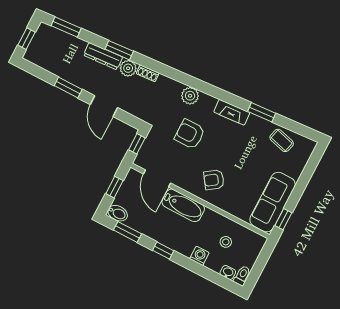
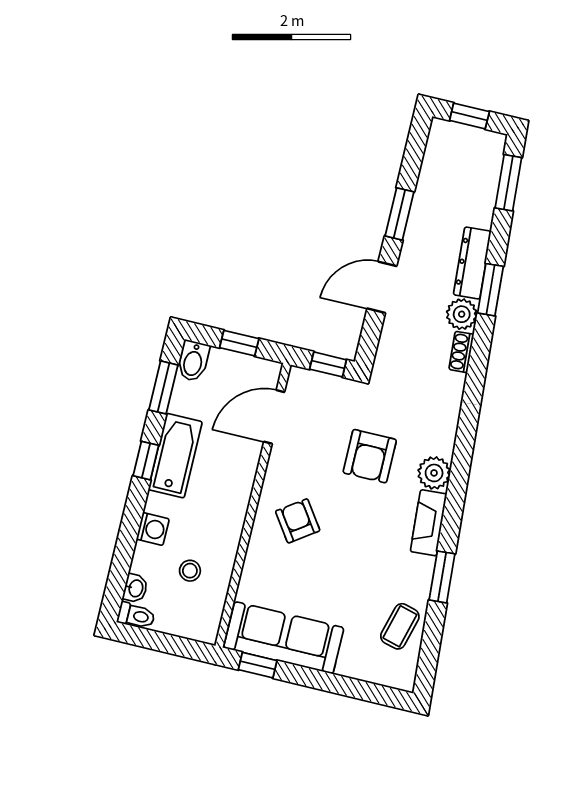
plant: (190, 96) -> (434, 473), moved
armchair: (190, 134) -> (370, 456), turned 180
bathtub: (183, 205) -> (175, 456), moved, turned 180

